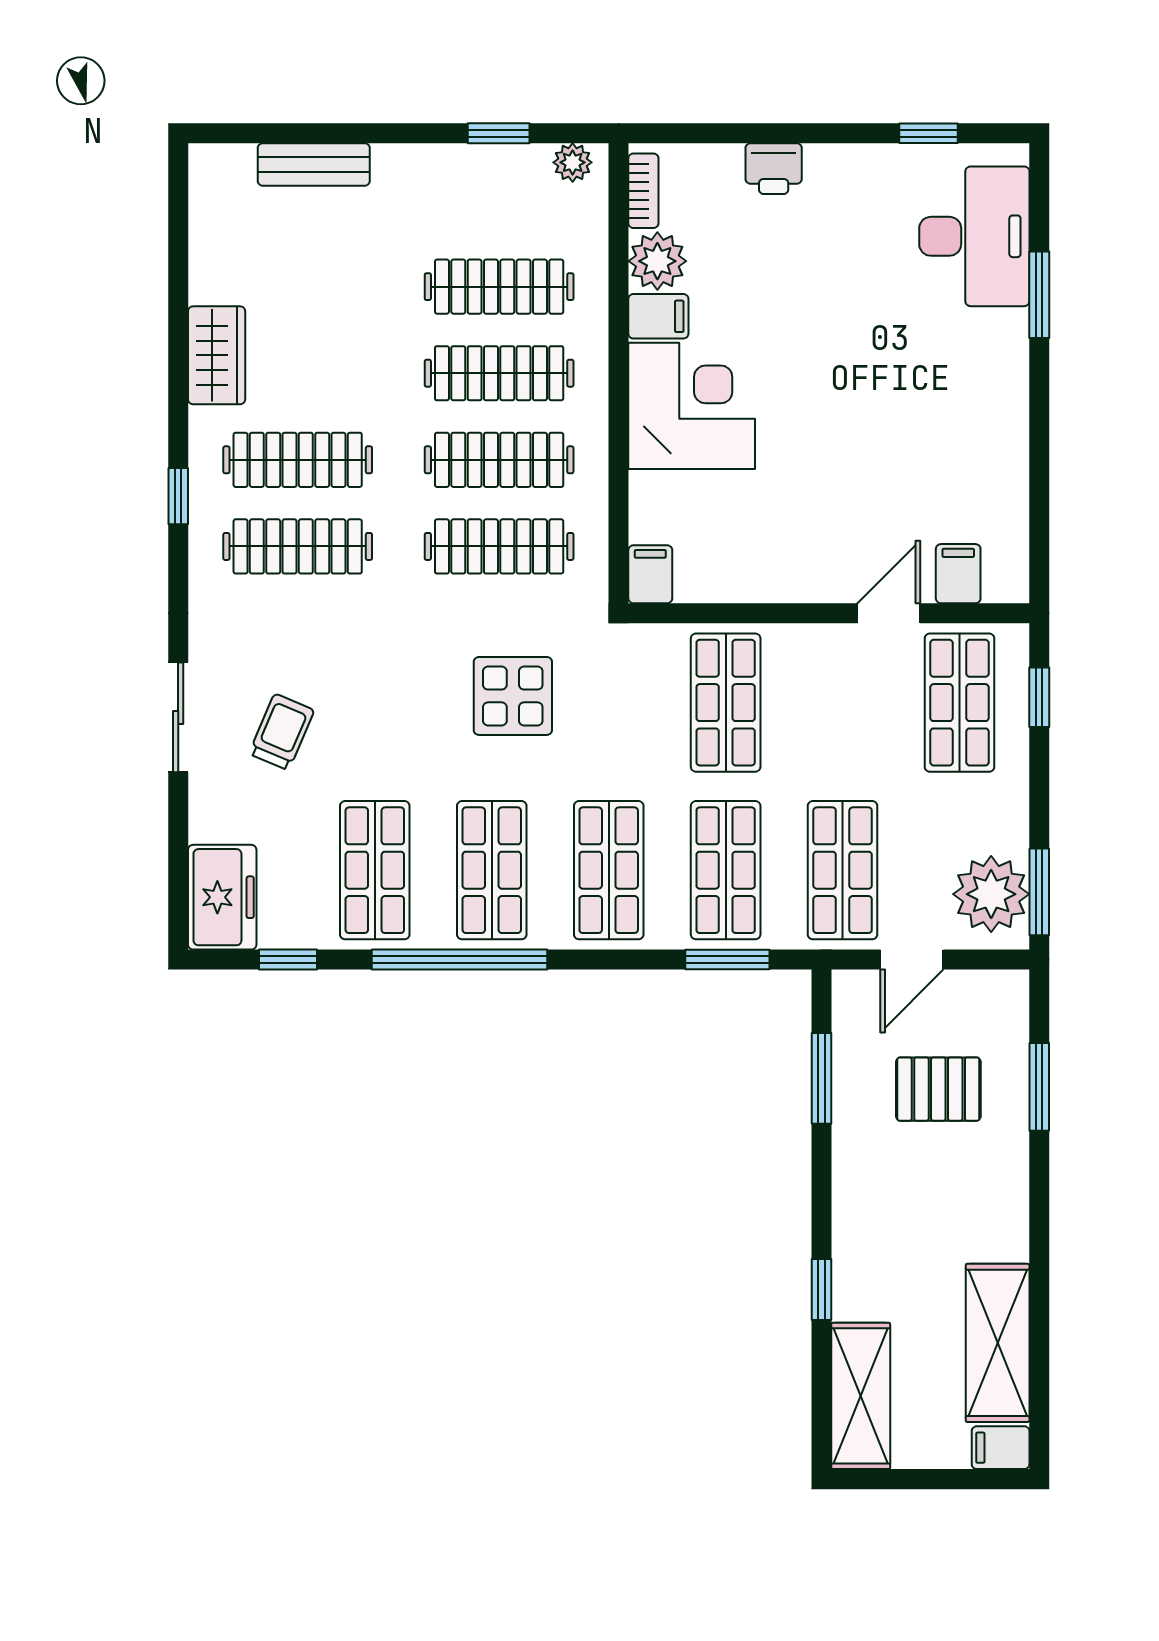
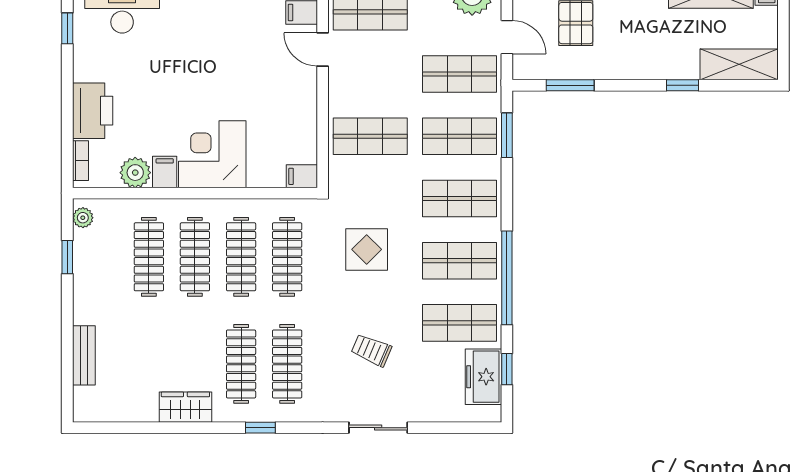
printer: (774, 169) -> (93, 111), width x1.87, depth x1.48
bookcase: (643, 191) -> (80, 161), moved, turned 90
trolley: (282, 732) -> (371, 350), moved
freezer: (222, 897) -> (484, 377), moved, turned -90

